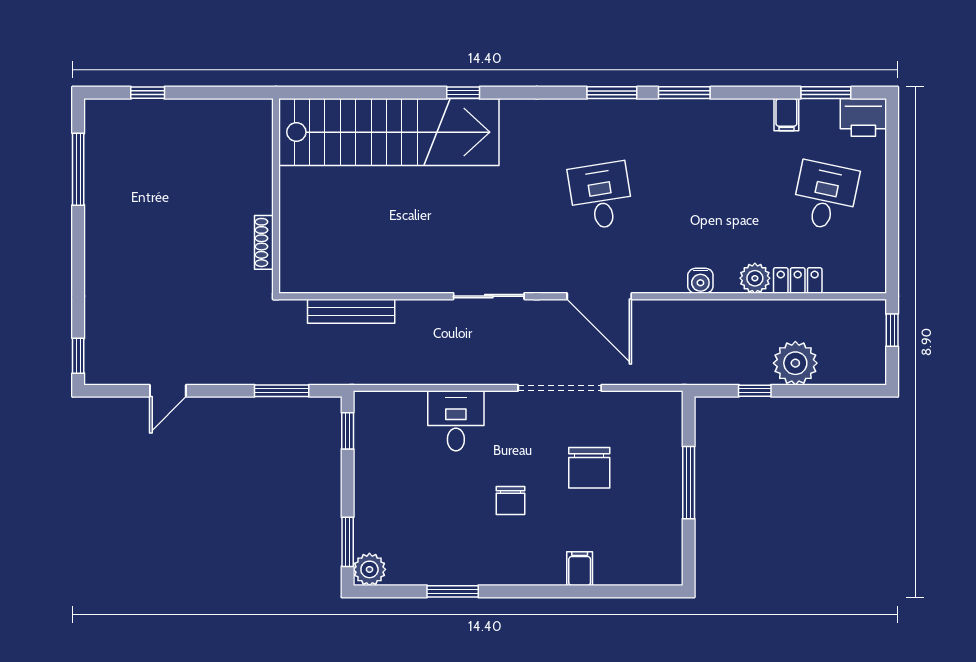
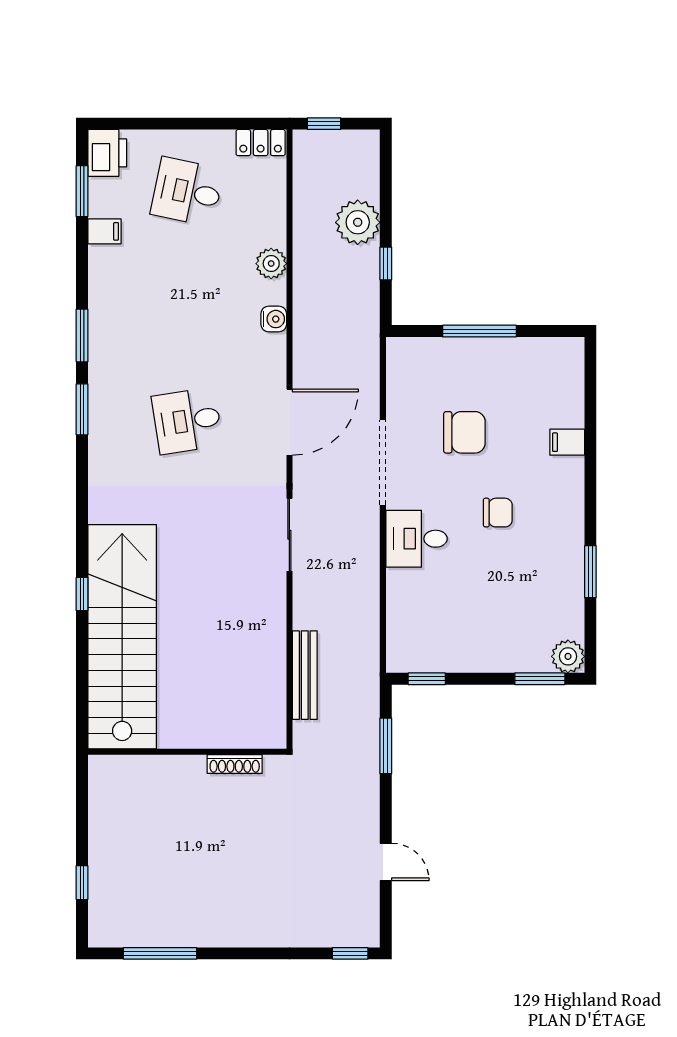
window: (463, 93) -> (82, 594), moved
locker: (798, 280) -> (261, 143), moved, turned -90
desk: (456, 421) -> (417, 539), moved

